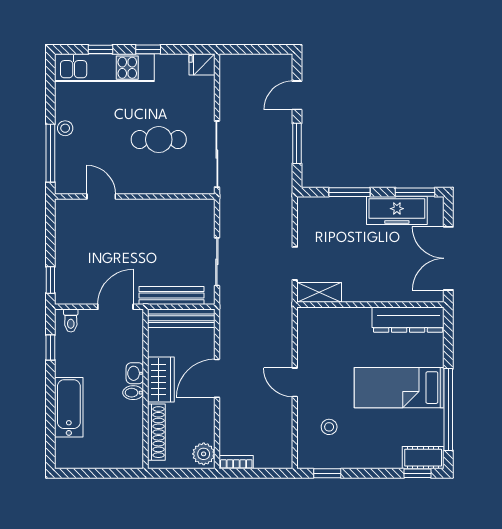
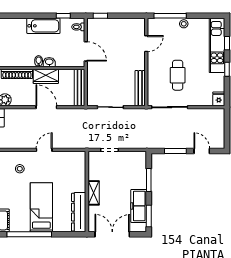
shelving: (319, 292) -> (94, 193), moved
bench: (172, 296) -> (140, 88), moved
bathtub: (69, 407) -> (43, 26), moved

